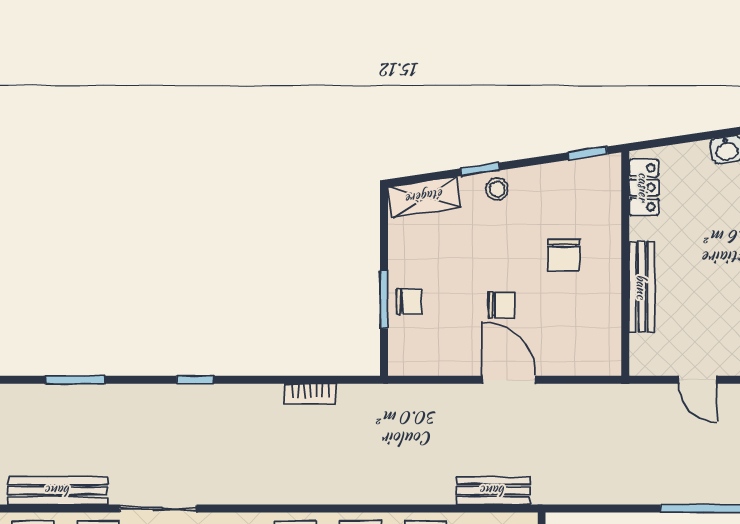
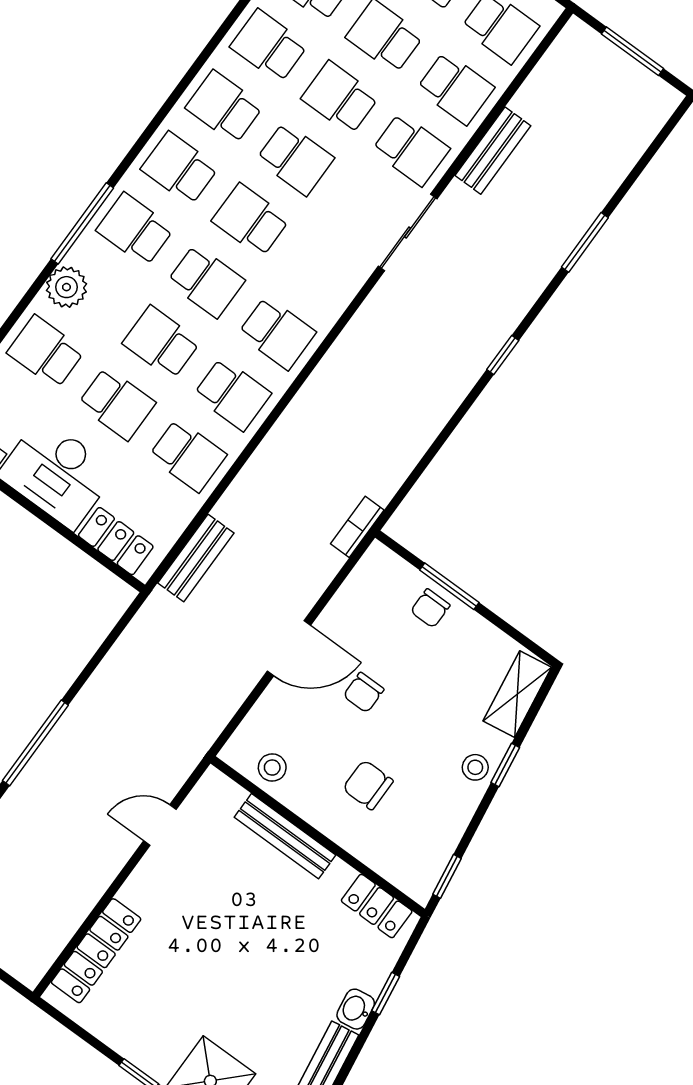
window: (701, 137) -> (386, 994), added
stool: (601, 331) -> (272, 768), added
bookcase: (311, 394) -> (357, 527), moved
bench: (58, 491) -> (493, 151), width x0.73

